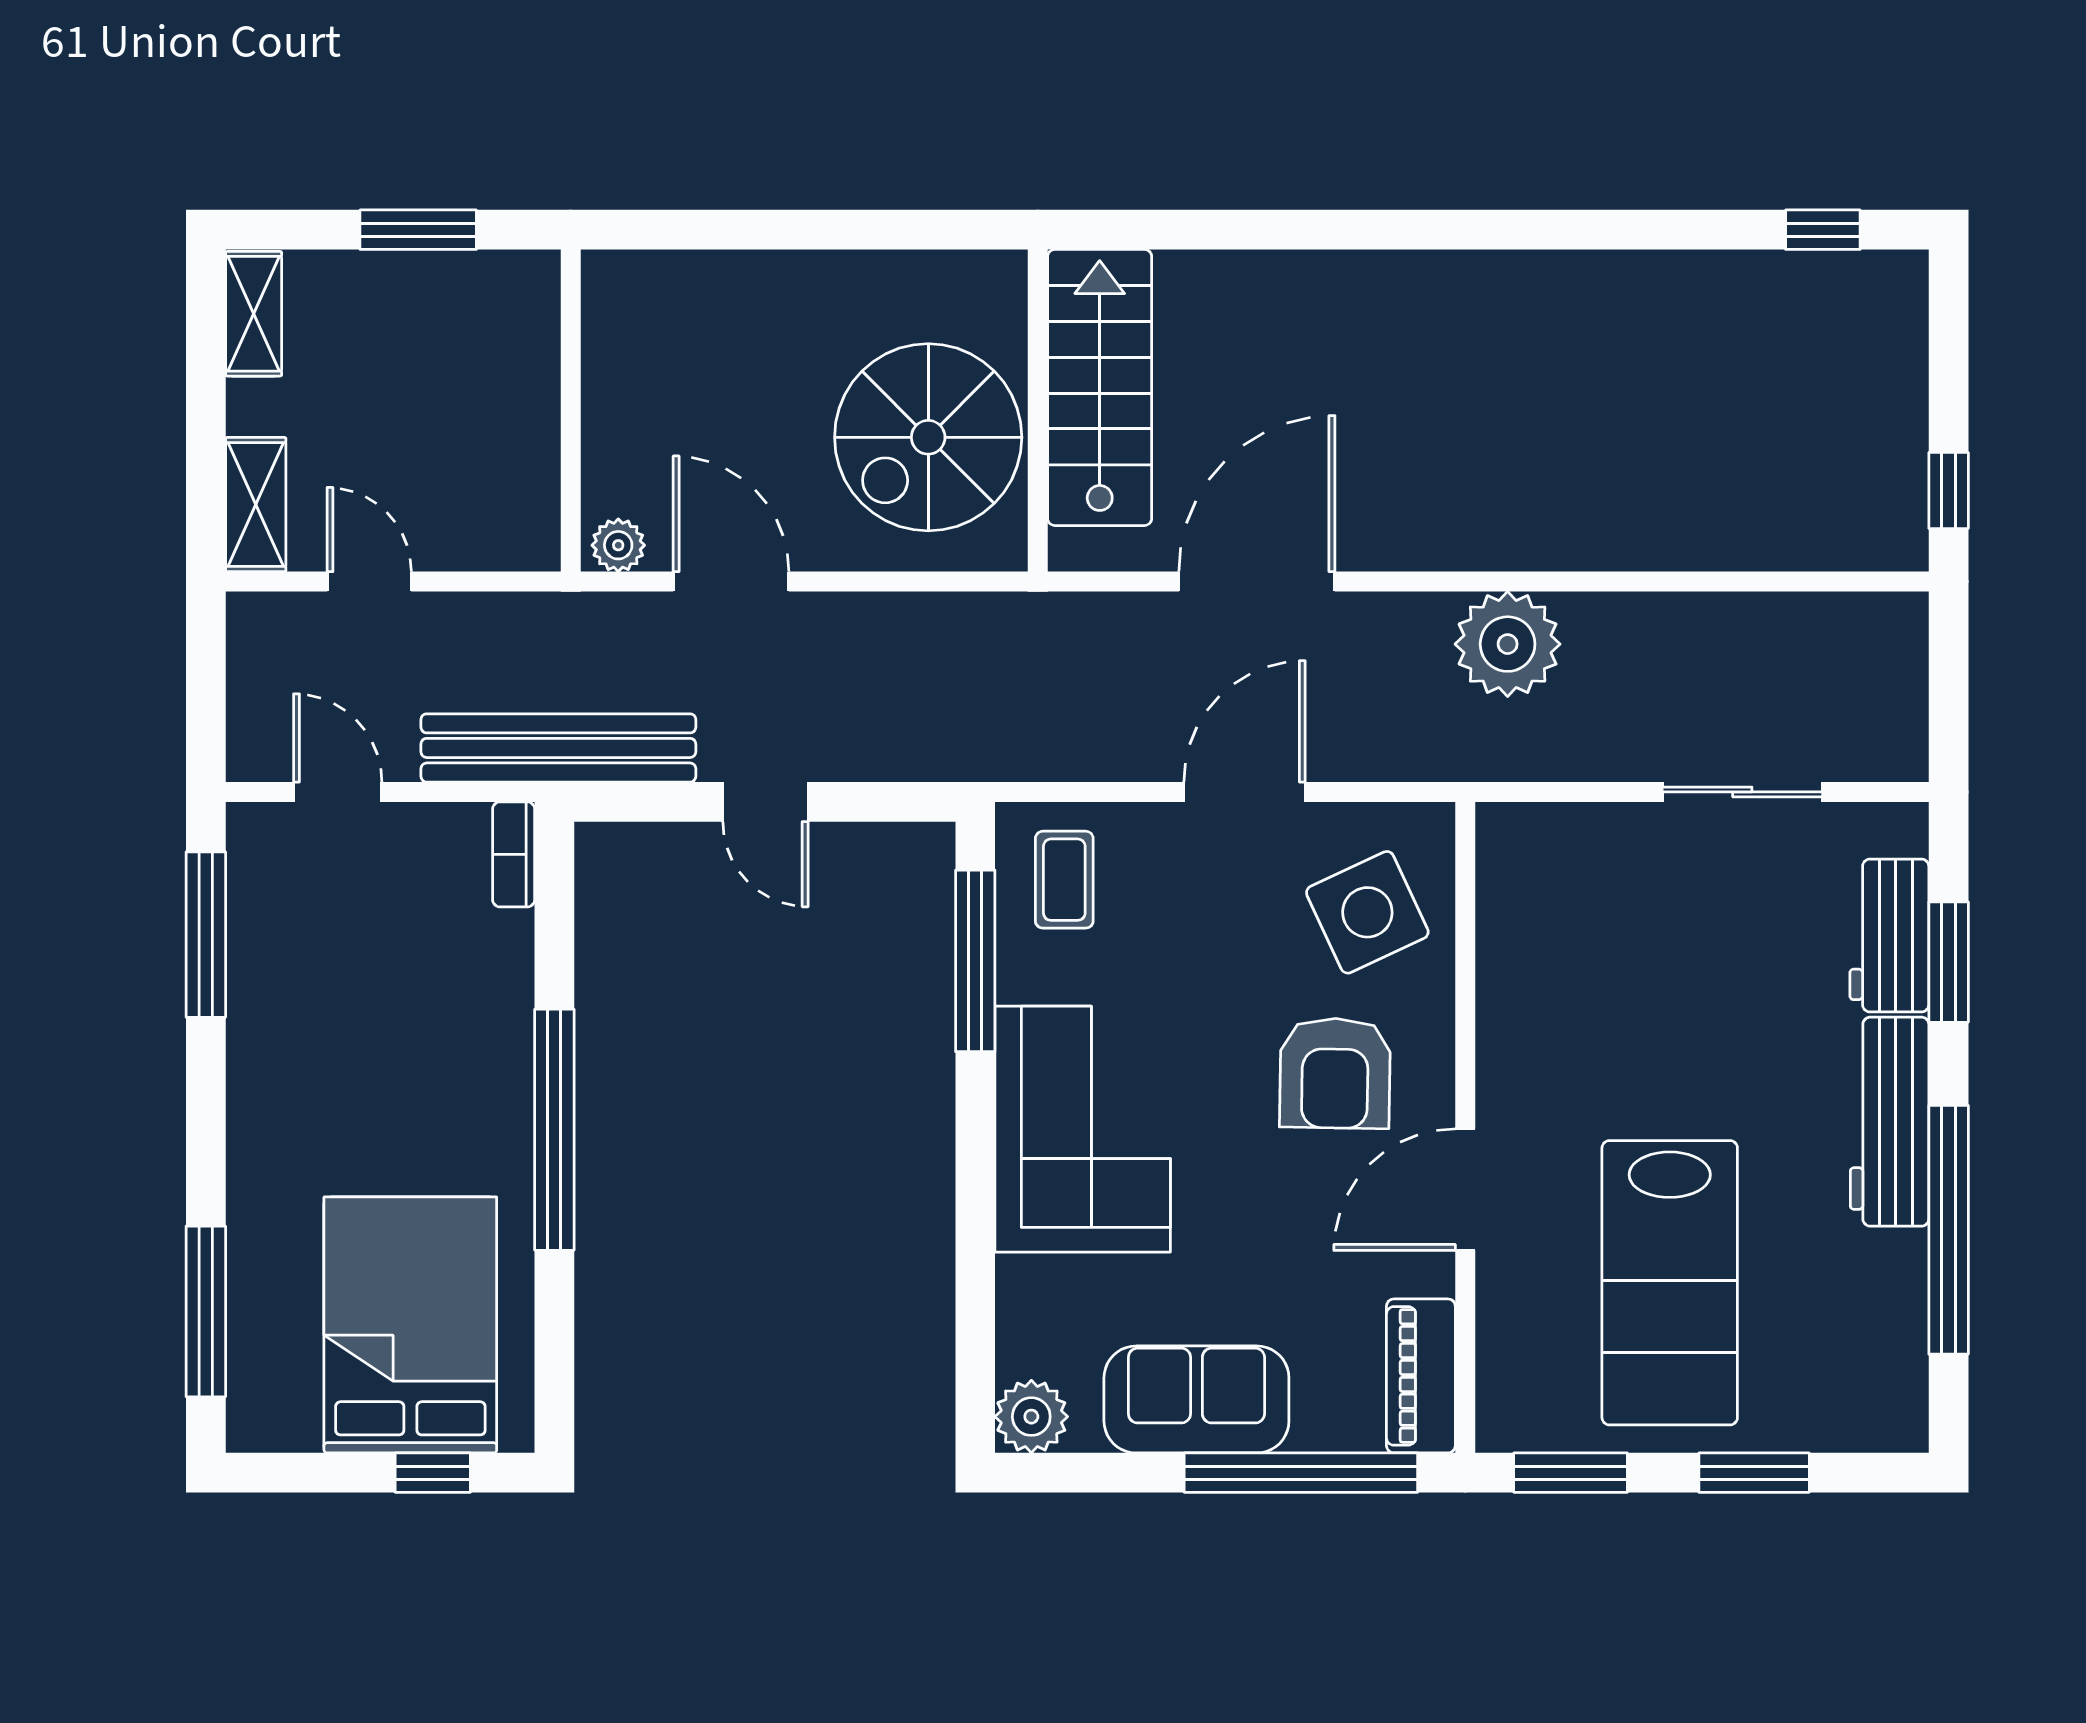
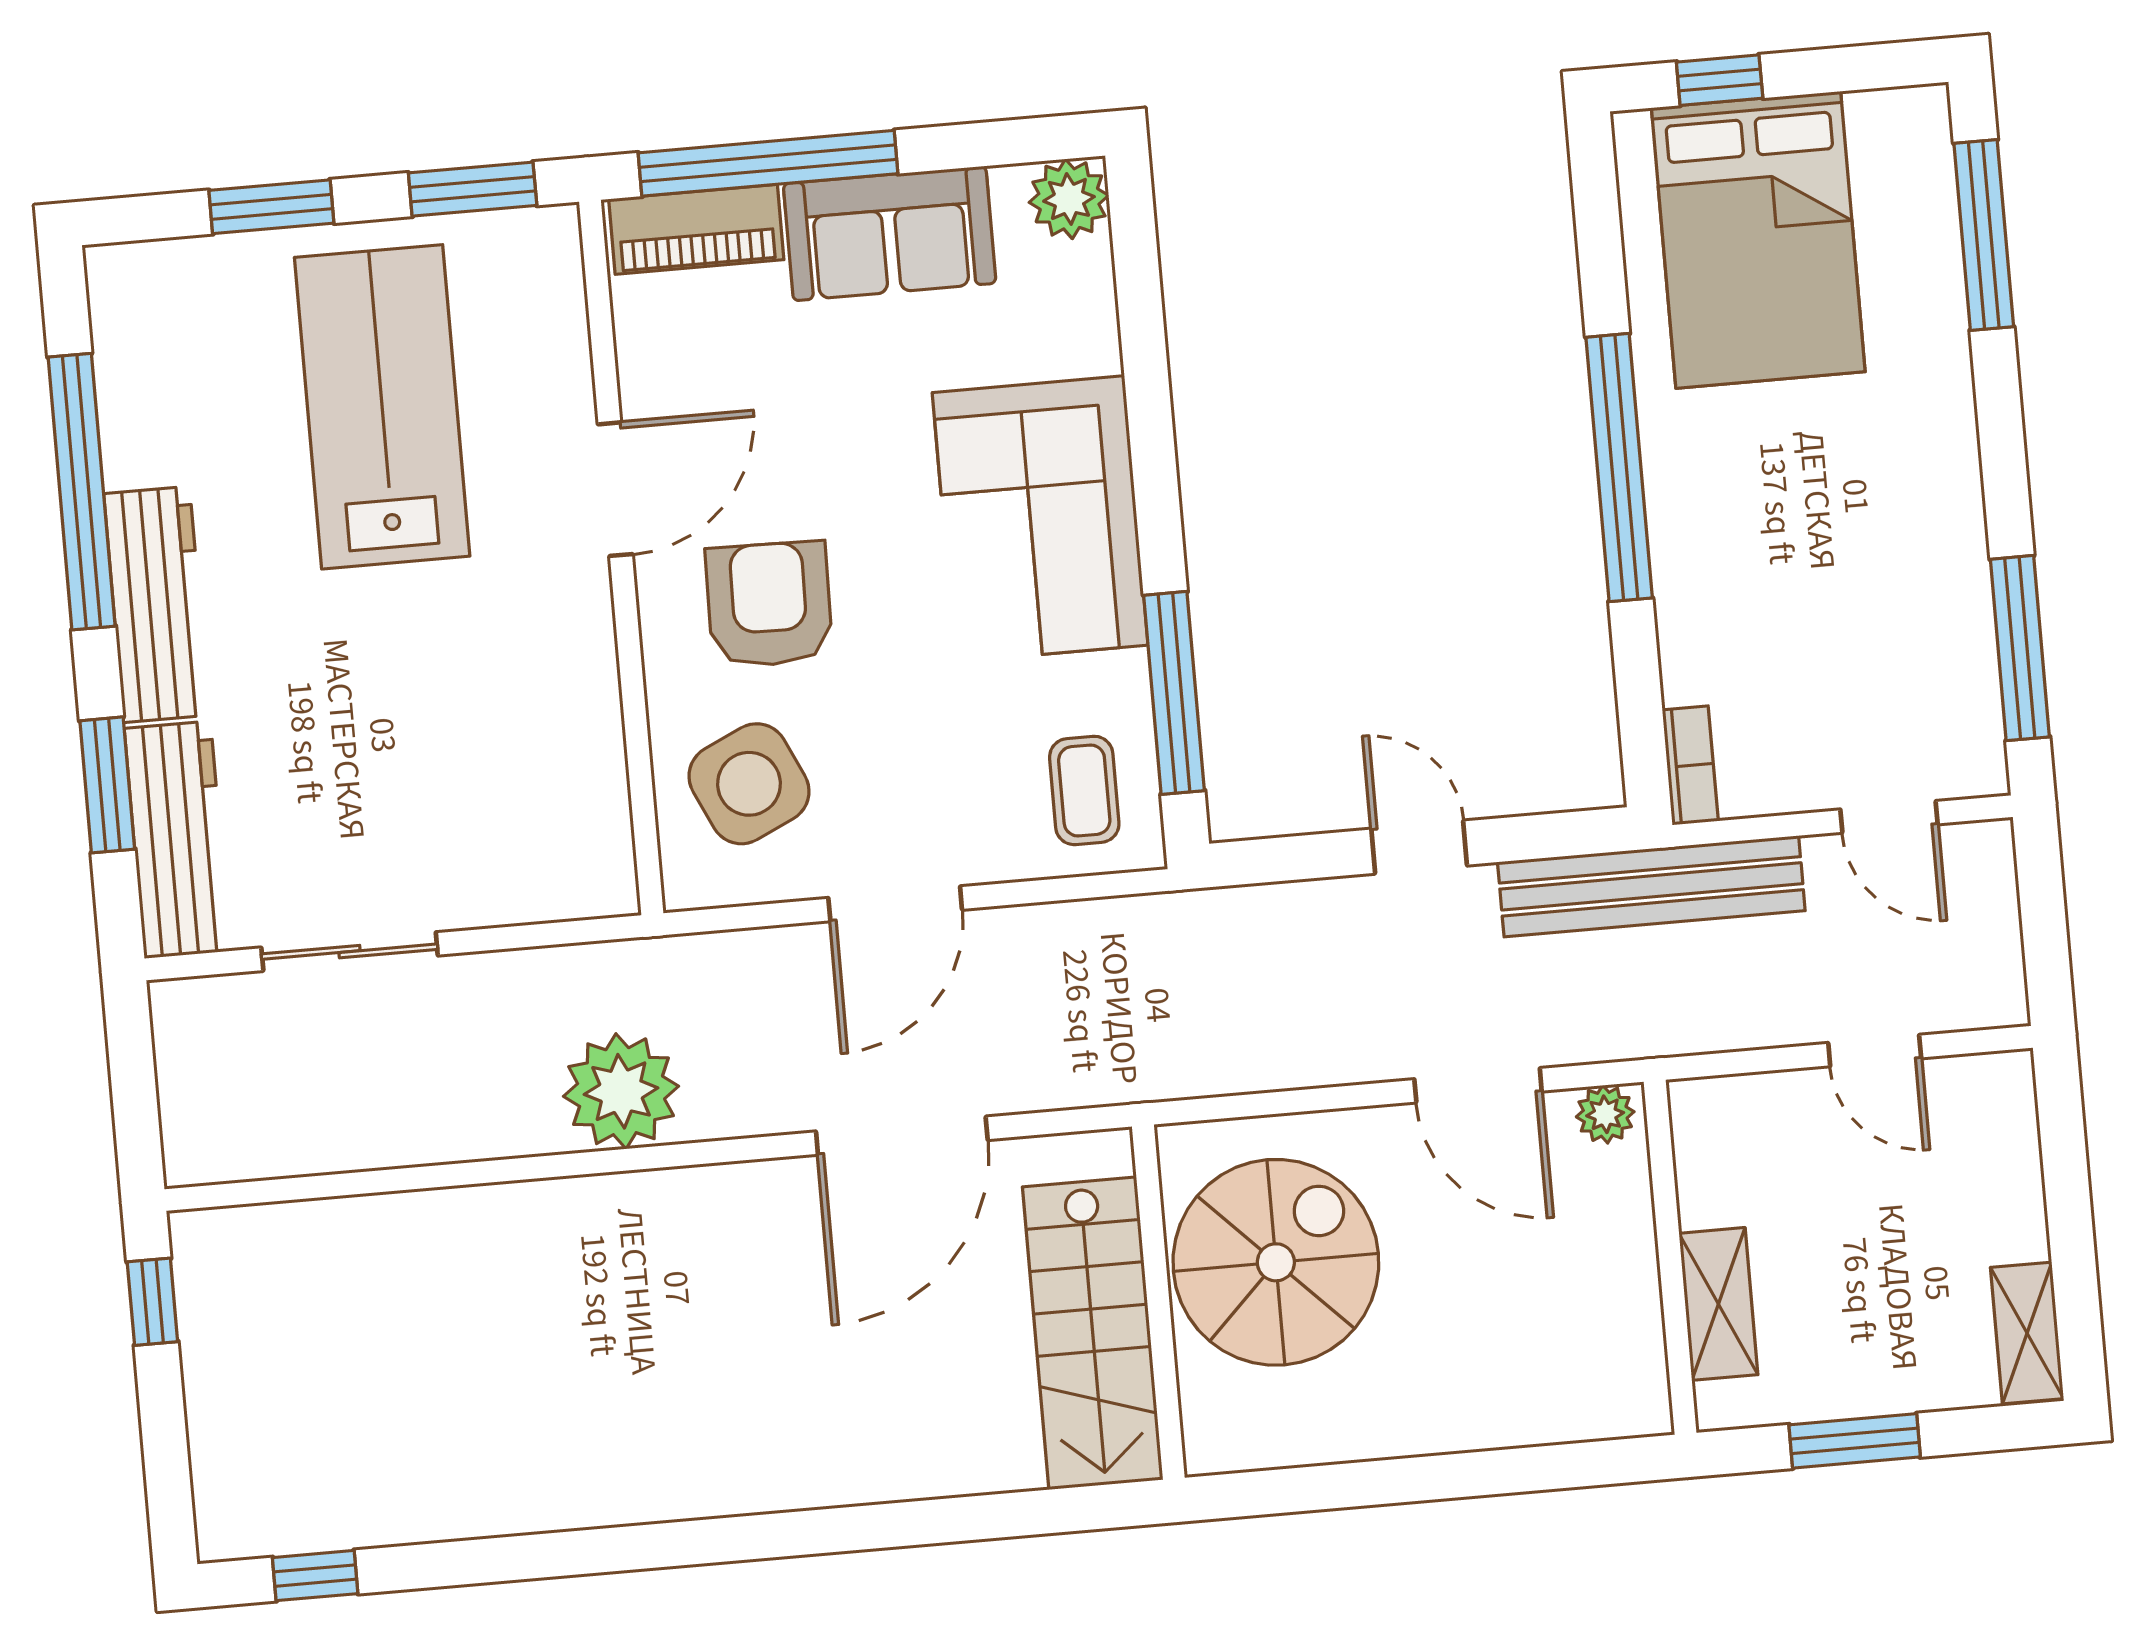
shelving: (256, 505) -> (1718, 1304), moved
workbench: (1889, 936) -> (177, 840), width x1.37
piano: (1421, 1376) -> (696, 229), moved, turned 90

